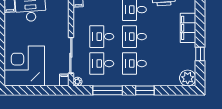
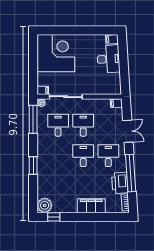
window: (200, 54) -> (54, 217), moved
desk: (134, 64) -> (58, 156), removed
window: (108, 90) -> (33, 119), moved

